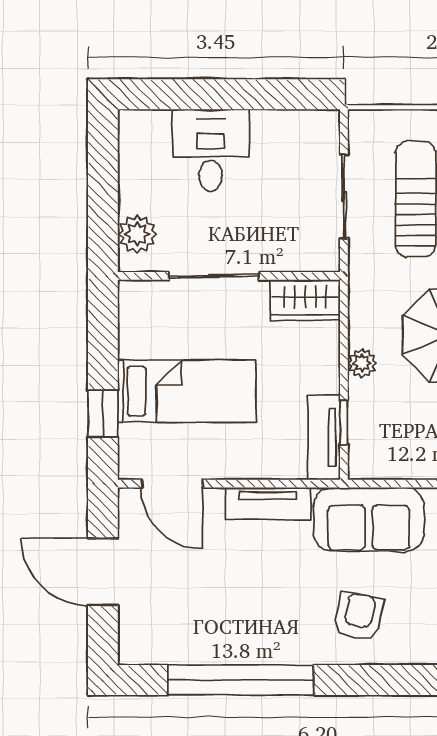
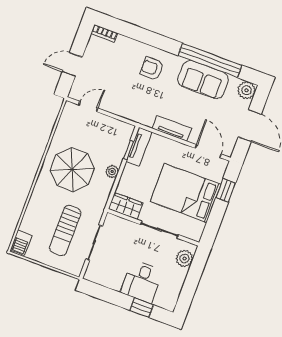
window: (190, 94) -> (142, 308), added
bed: (187, 391) -> (186, 193), width x1.50
sofa: (369, 519) -> (203, 80), moved, turned 180
armchair: (359, 616) -> (152, 68), turned 79
plant: (138, 645) -> (246, 90), added

